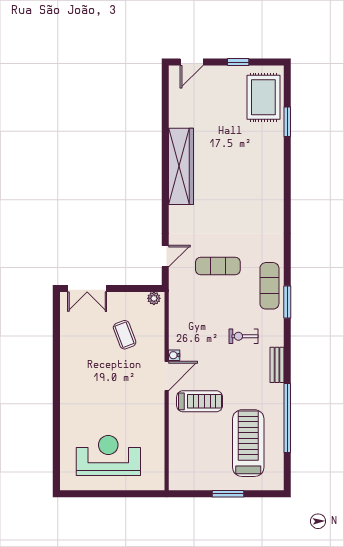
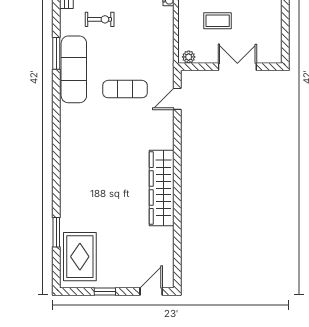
exercise mat: (269, 286) -> (74, 69), width x1.36, depth x1.45
double door: (87, 288) -> (237, 67), moved
coffee table: (125, 335) -> (218, 21), turned -69

